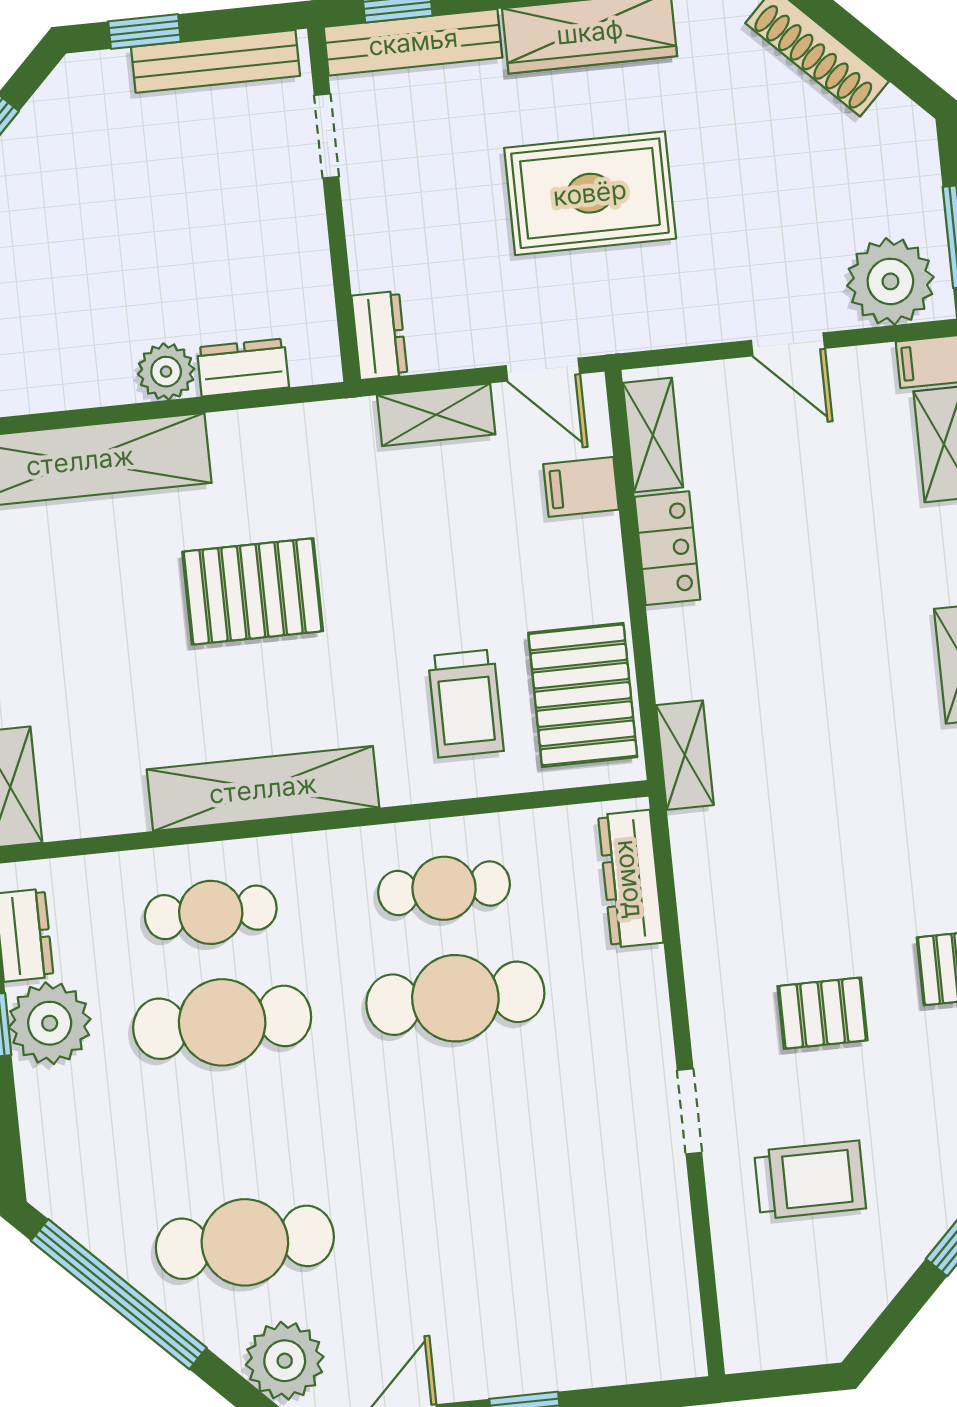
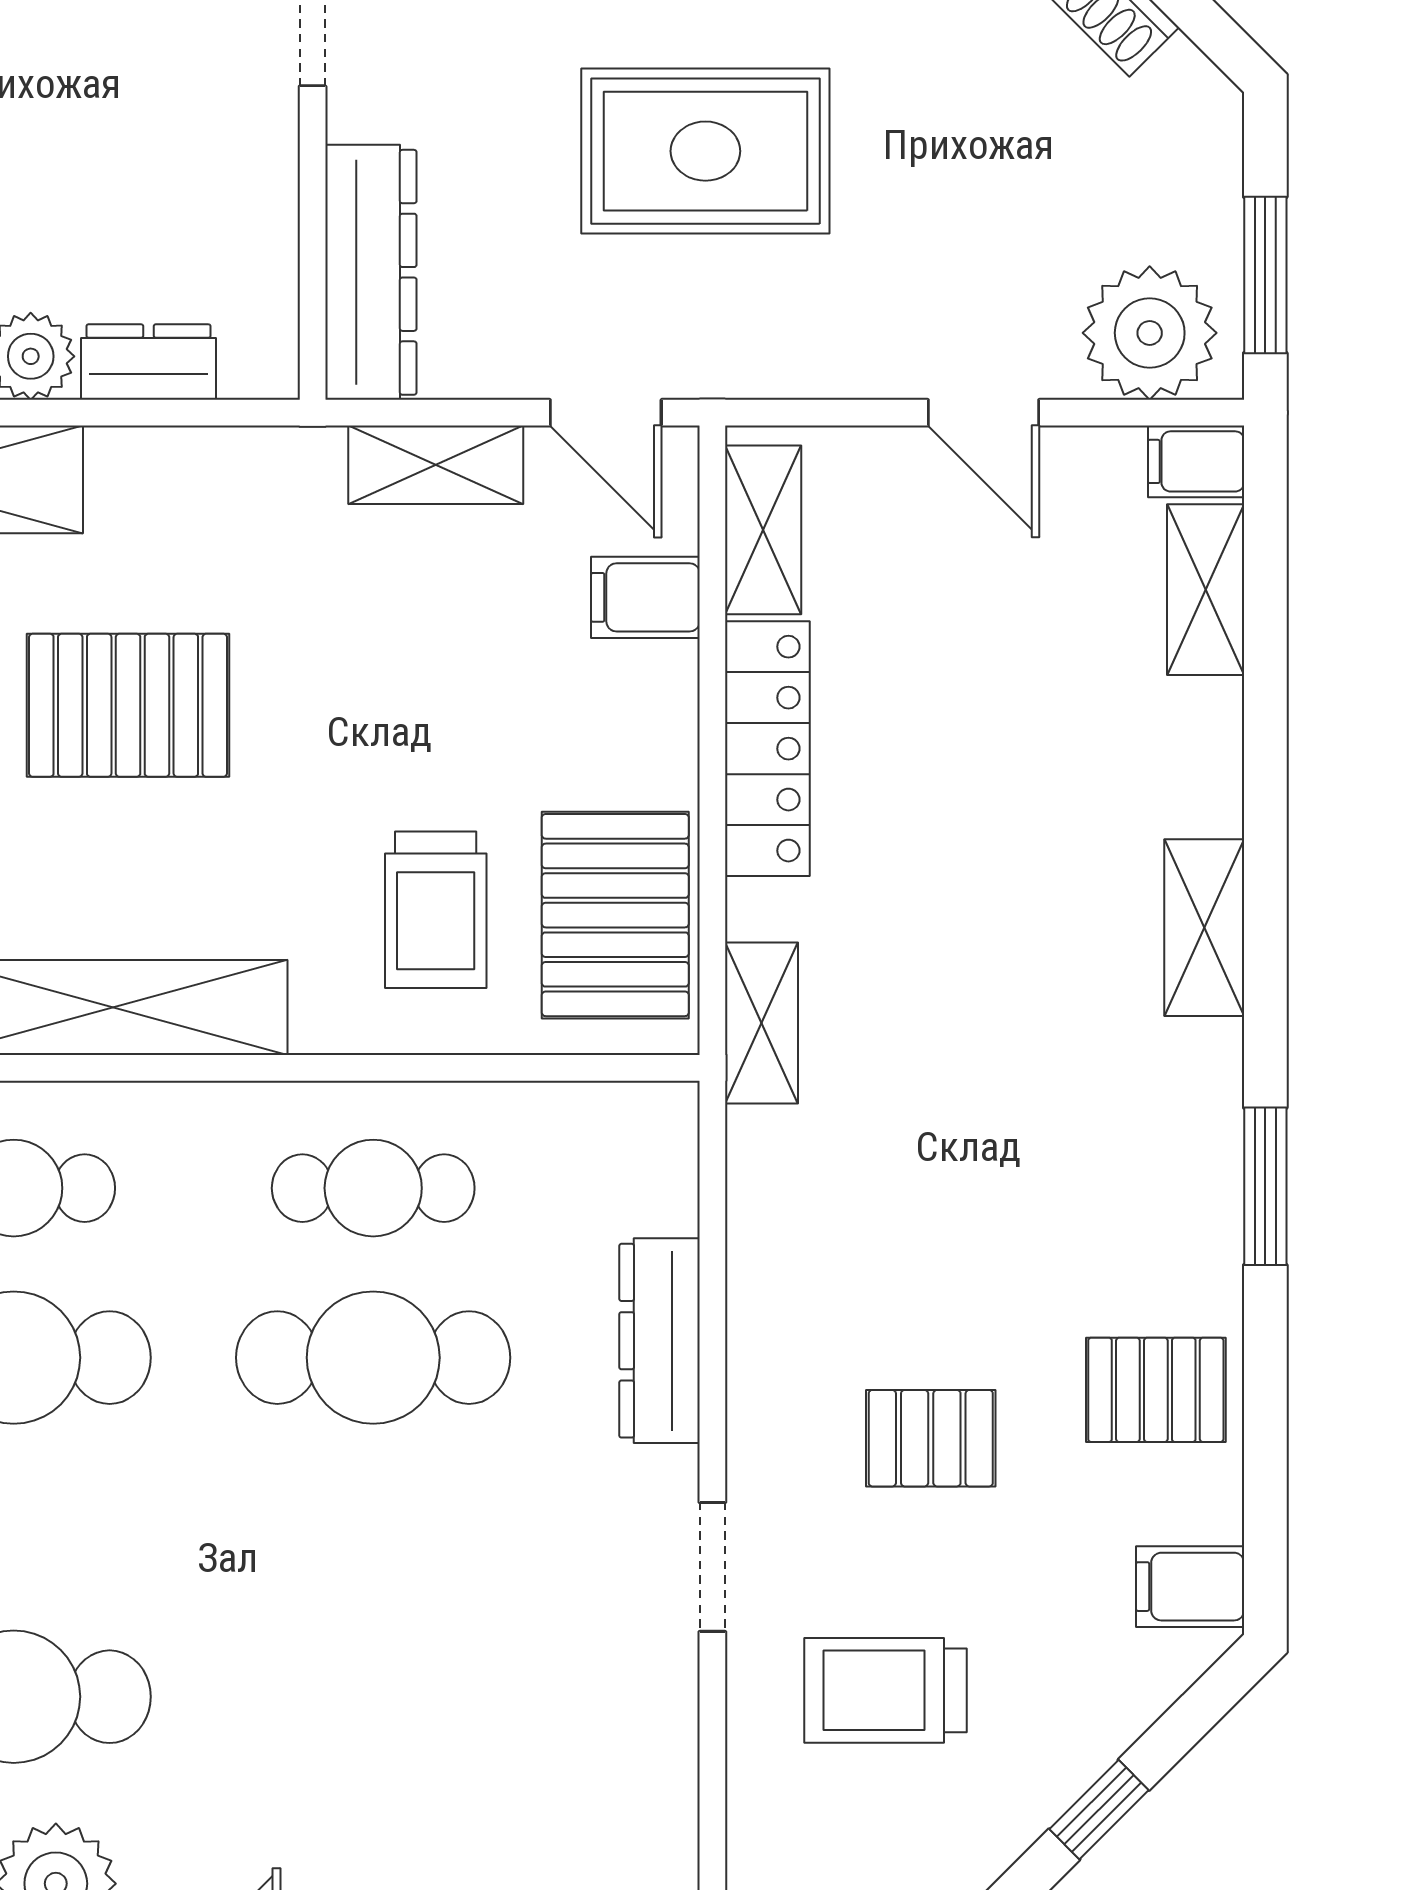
dresser: (379, 335) -> (371, 272), width x1.96, depth x1.24
locker: (667, 548) -> (767, 749), width x1.53
dresser: (631, 879) -> (660, 1341), moved
trolley: (810, 1180) -> (885, 1690), turned 180

